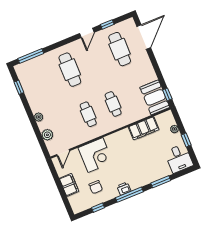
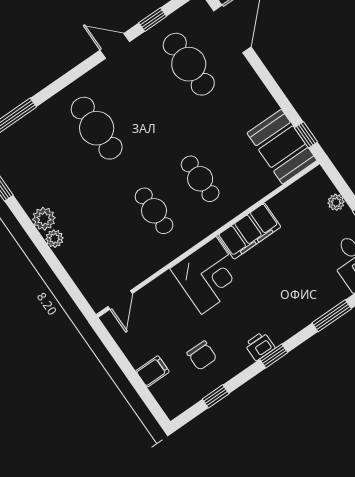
door: (87, 33) -> (115, 46), swing flipped
filing cabinet: (144, 128) -> (249, 231), moved
plant: (47, 135) -> (44, 219), moved
corner desk: (95, 155) -> (209, 275), moved
filing cabinet: (69, 185) -> (153, 371), width x0.50
window: (129, 195) -> (274, 356), width x0.46

